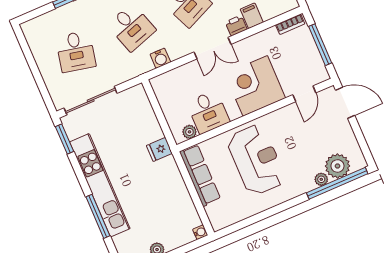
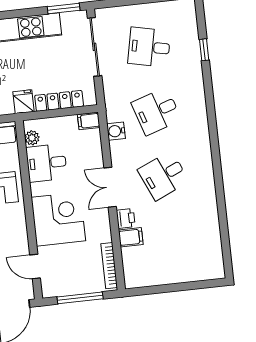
bookcase: (290, 24) -> (109, 266), width x1.56
filing cabinet: (159, 86) -> (89, 121), added
locker: (149, 118) -> (59, 101), added

